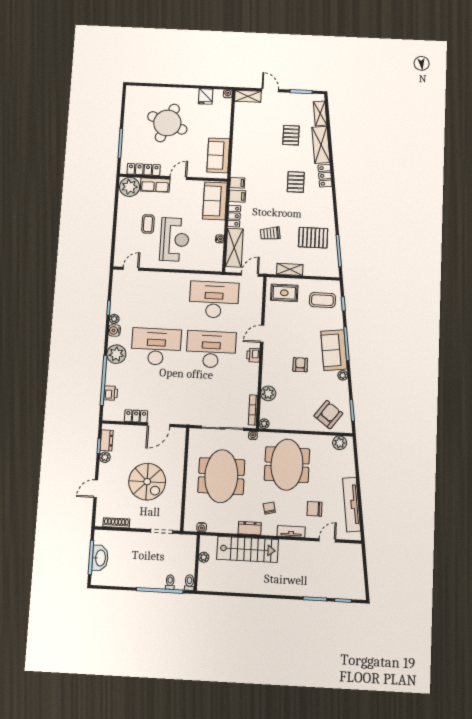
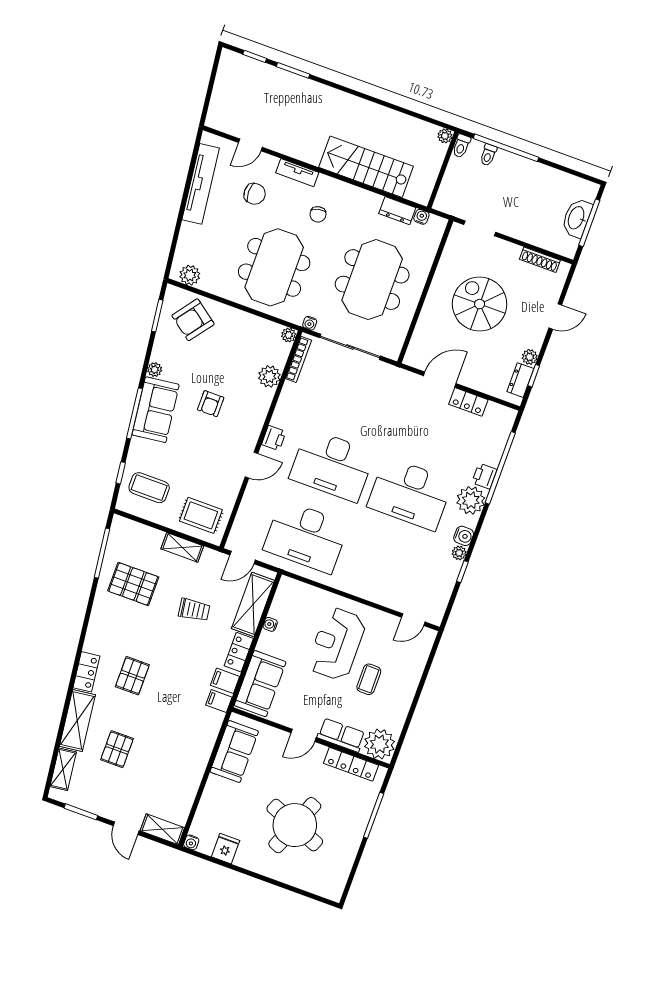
printer: (111, 393) -> (484, 476), moved
dresser: (250, 528) -> (397, 211), moved
plant: (204, 557) -> (445, 136), moved

